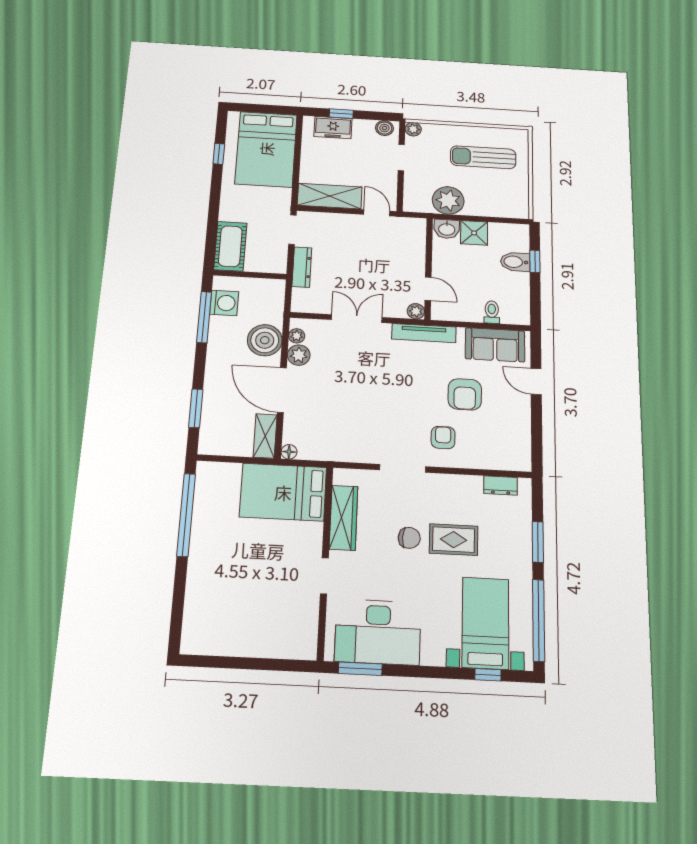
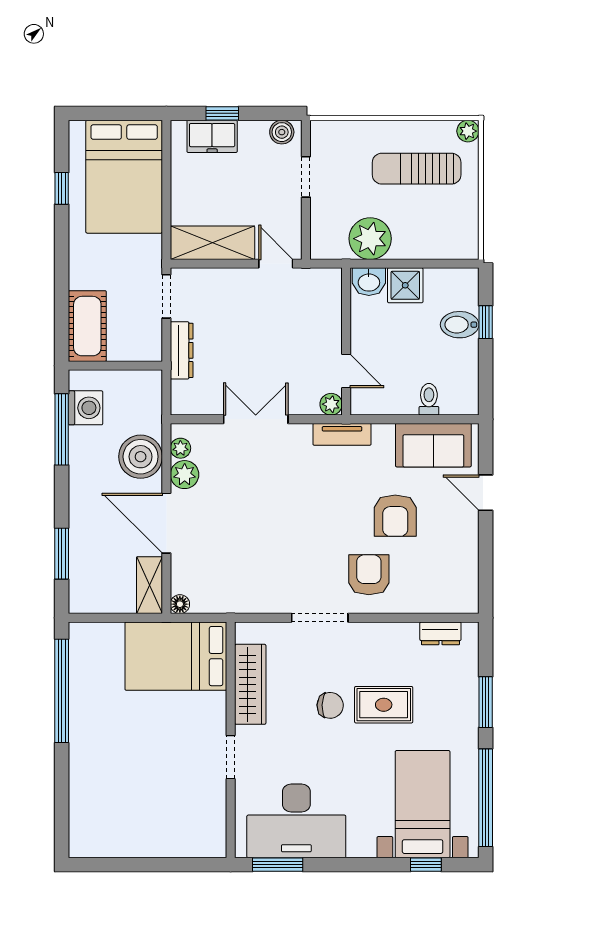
plant: (413, 129) -> (468, 131), moved
tv unit: (424, 333) -> (342, 434), width x0.71
armchair: (443, 438) -> (369, 575), width x1.38, depth x1.38

